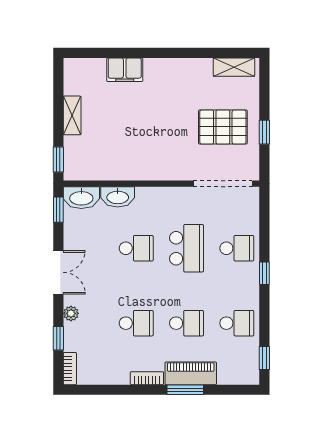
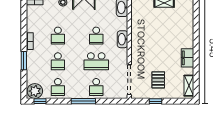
filing cabinet: (125, 70) -> (187, 58), moved
pallet: (223, 127) -> (158, 80), width x0.67, depth x0.71
washbasin: (118, 197) -> (122, 39), moved
window: (264, 273) -> (83, 101), width x2.17
plant: (245, 368) -> (35, 91), added
piano: (191, 373) -> (32, 63), removed

